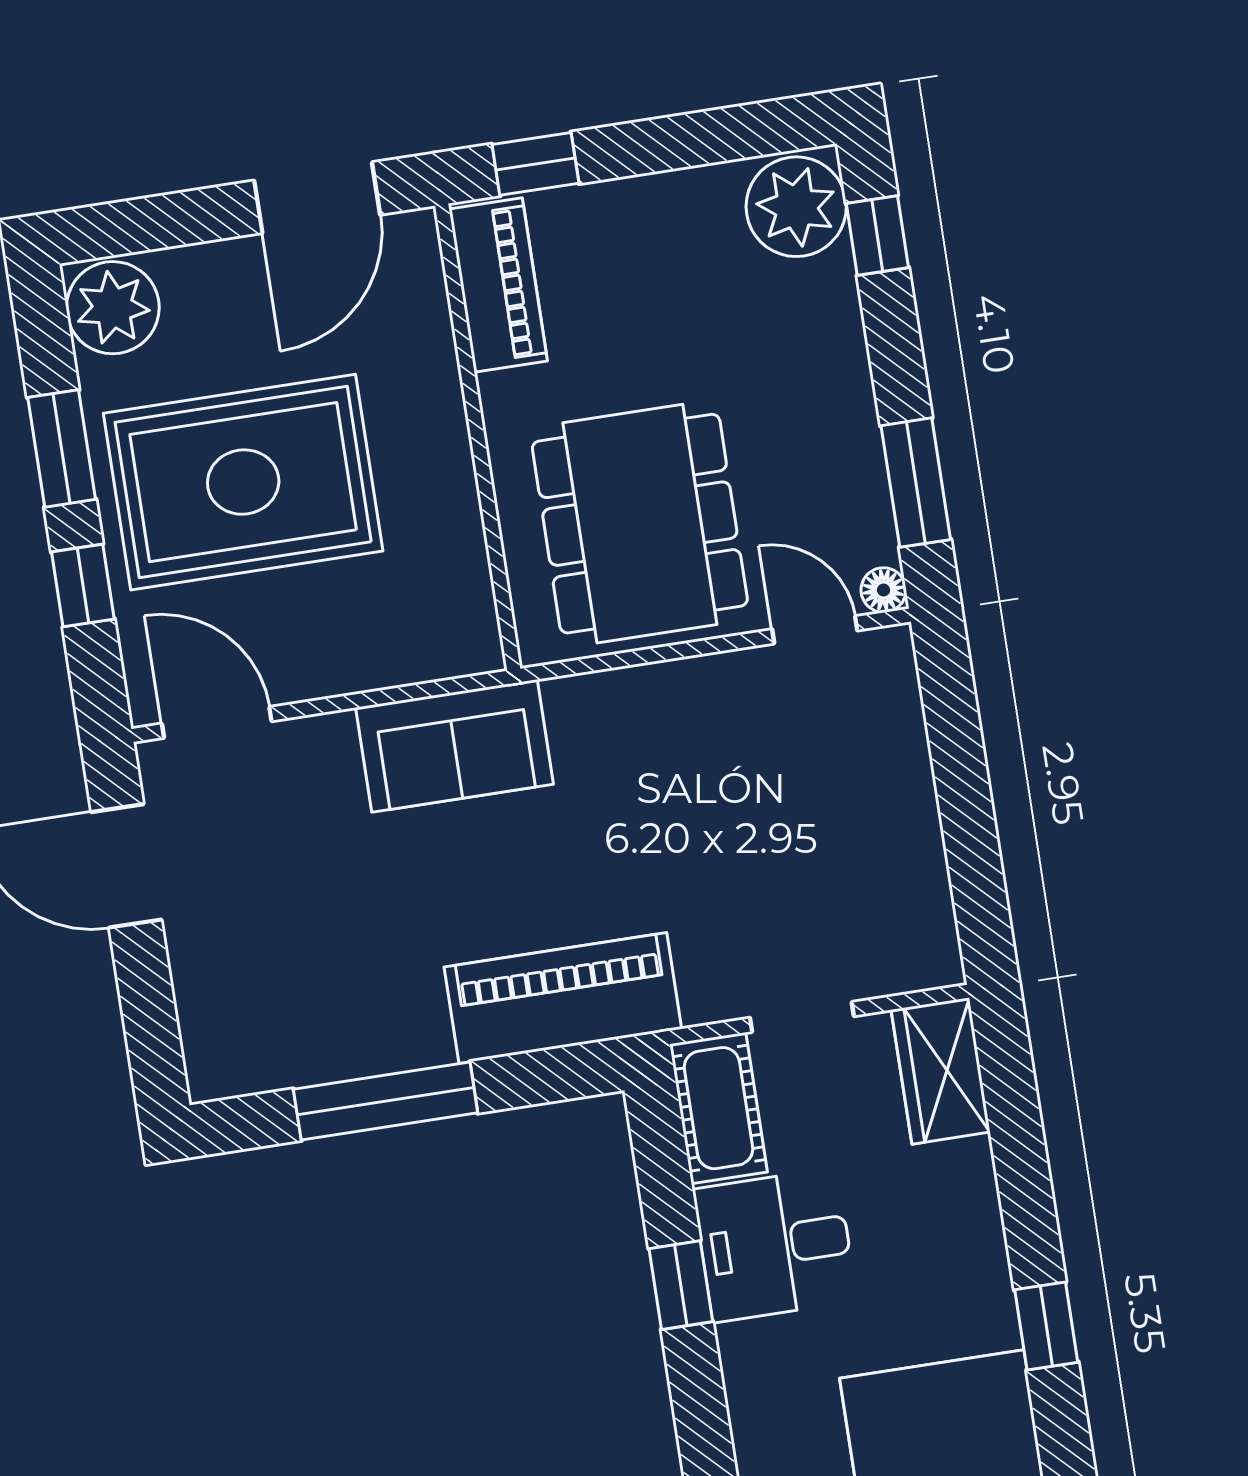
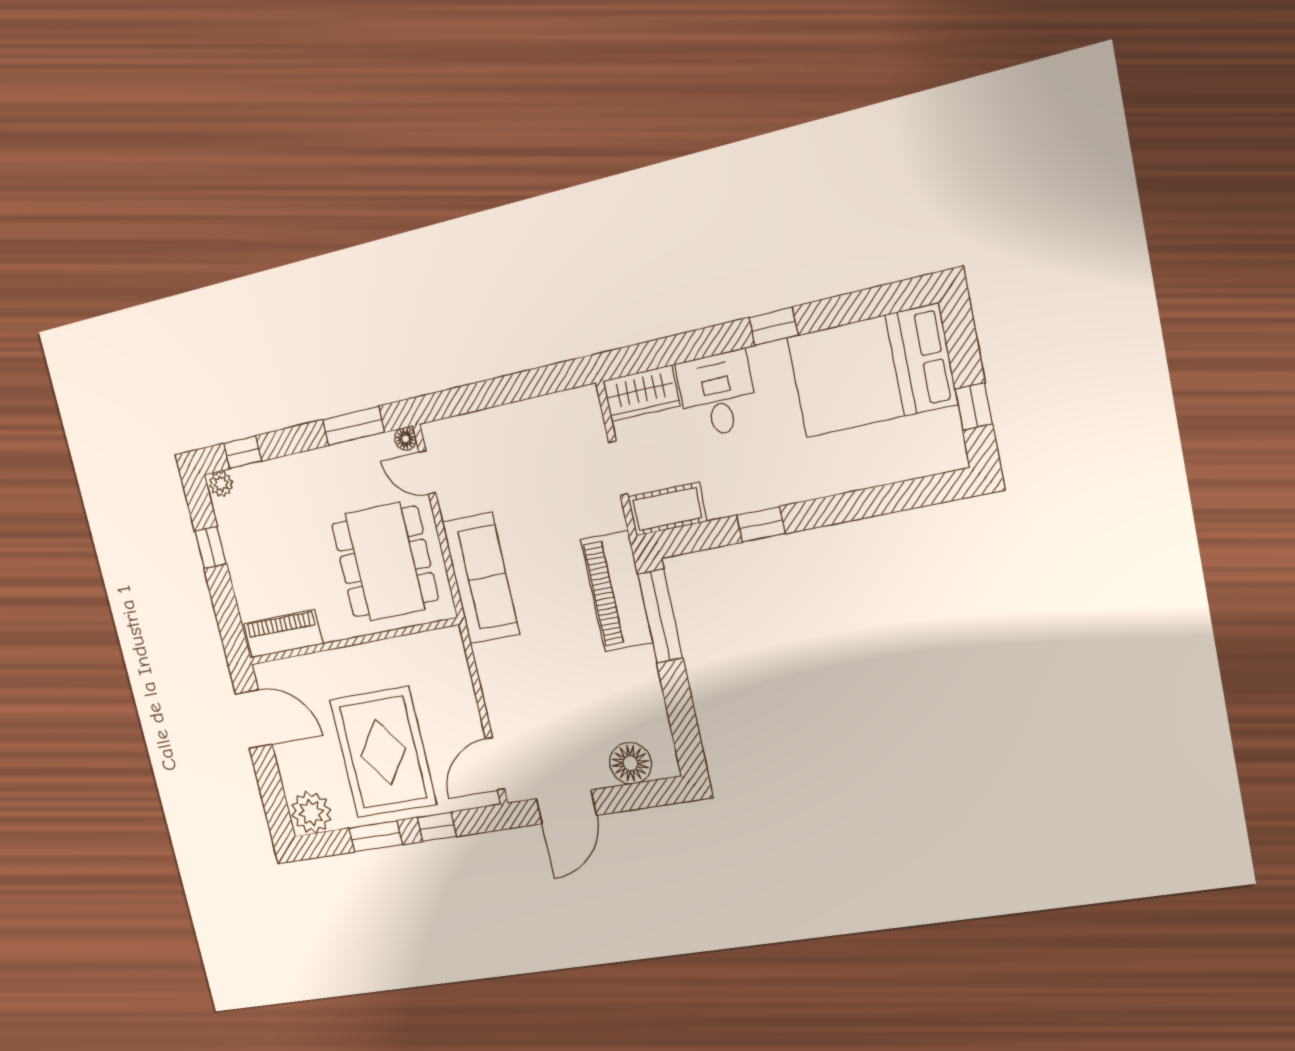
window: (535, 164) -> (211, 548), moved
plant: (796, 207) -> (221, 484), width x0.53, depth x0.53
dining table: (640, 524) -> (385, 562), turned 90
door: (815, 630) -> (427, 472), hinge flipped
sofa: (455, 746) -> (481, 578), moved, width x1.36
floor lamp: (217, 1004) -> (630, 763), added
window: (386, 1101) -> (660, 616), moved
desk: (775, 1245) -> (717, 395), moved, turned 180

